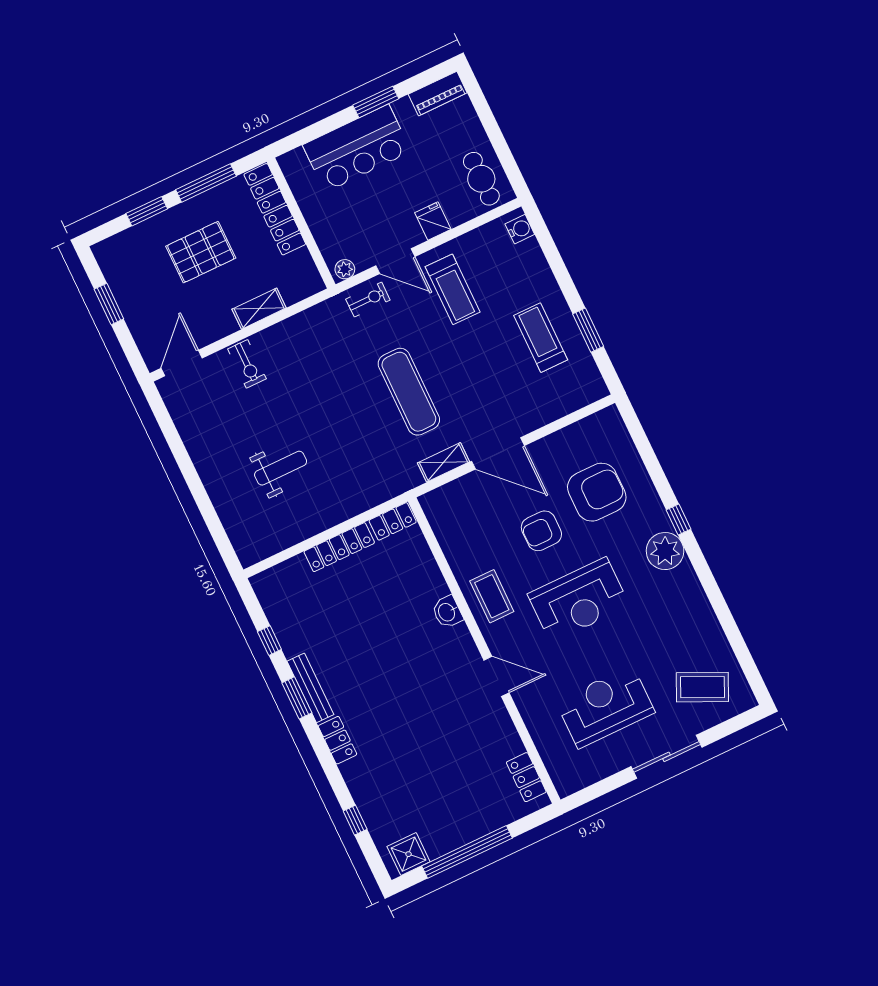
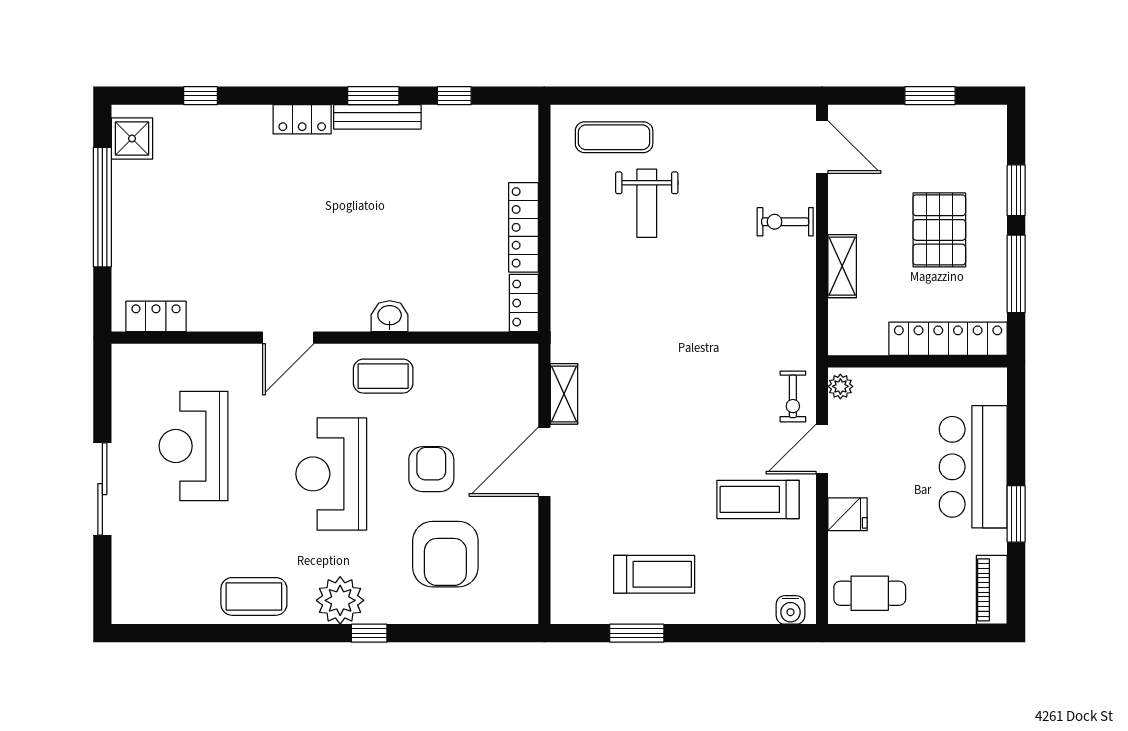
exercise mat: (409, 392) -> (614, 137), moved, width x0.73, depth x0.69
coffee table: (702, 687) -> (254, 596), moved, turned 65
reception desk: (605, 707) -> (194, 446), turned 180

